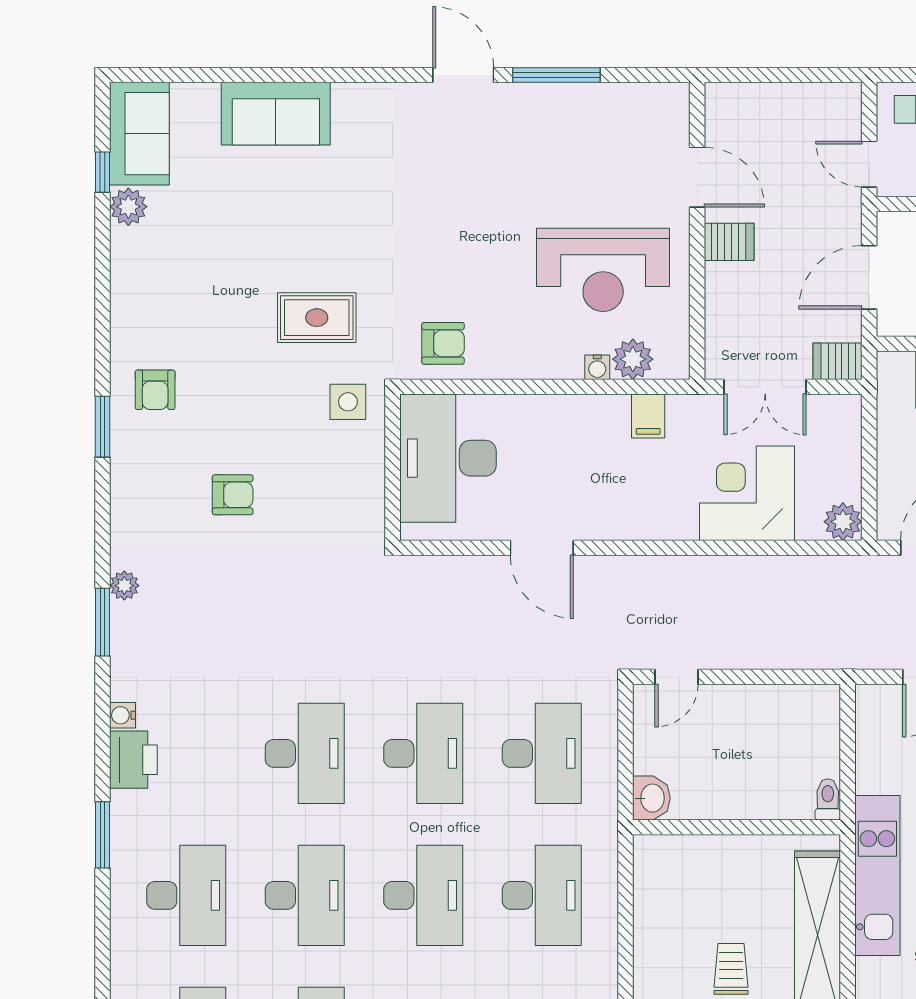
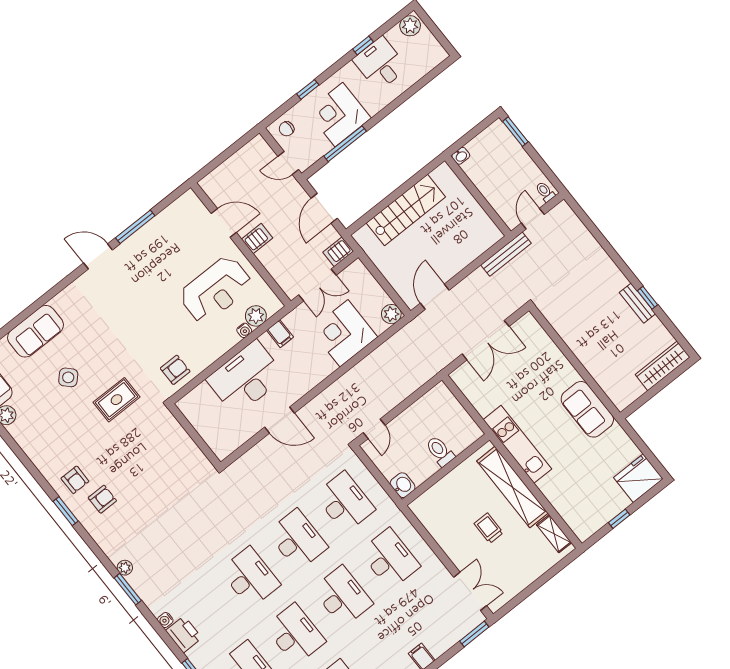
side table: (348, 402) -> (68, 377), moved, turned 45
desk: (448, 458) -> (246, 378), moved, turned 90
armchair: (233, 495) -> (102, 499), moved
toilet: (828, 799) -> (440, 451), moved, width x1.37, depth x1.39

